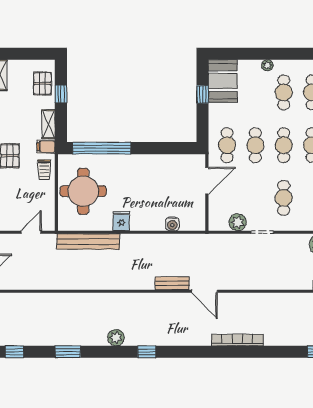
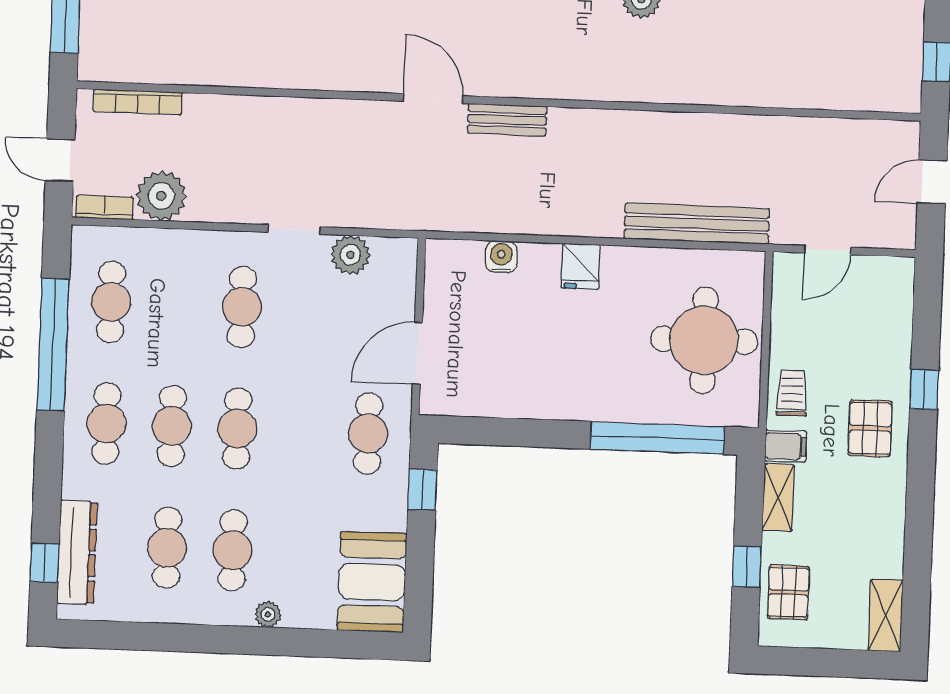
window: (203, 94) -> (422, 490), moved
cafe table: (255, 145) -> (303, 431), removed
fridge: (121, 221) -> (581, 266), moved

